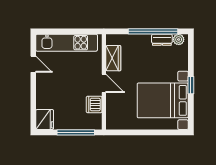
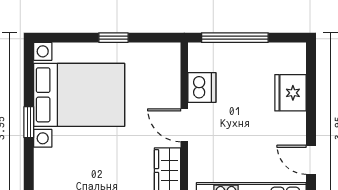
fridge: (45, 120) -> (290, 93), moved
window: (144, 132) -> (113, 38), added

